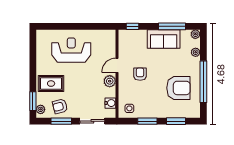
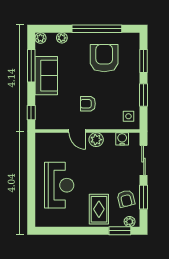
reception desk: (71, 50) -> (59, 185), turned 180

